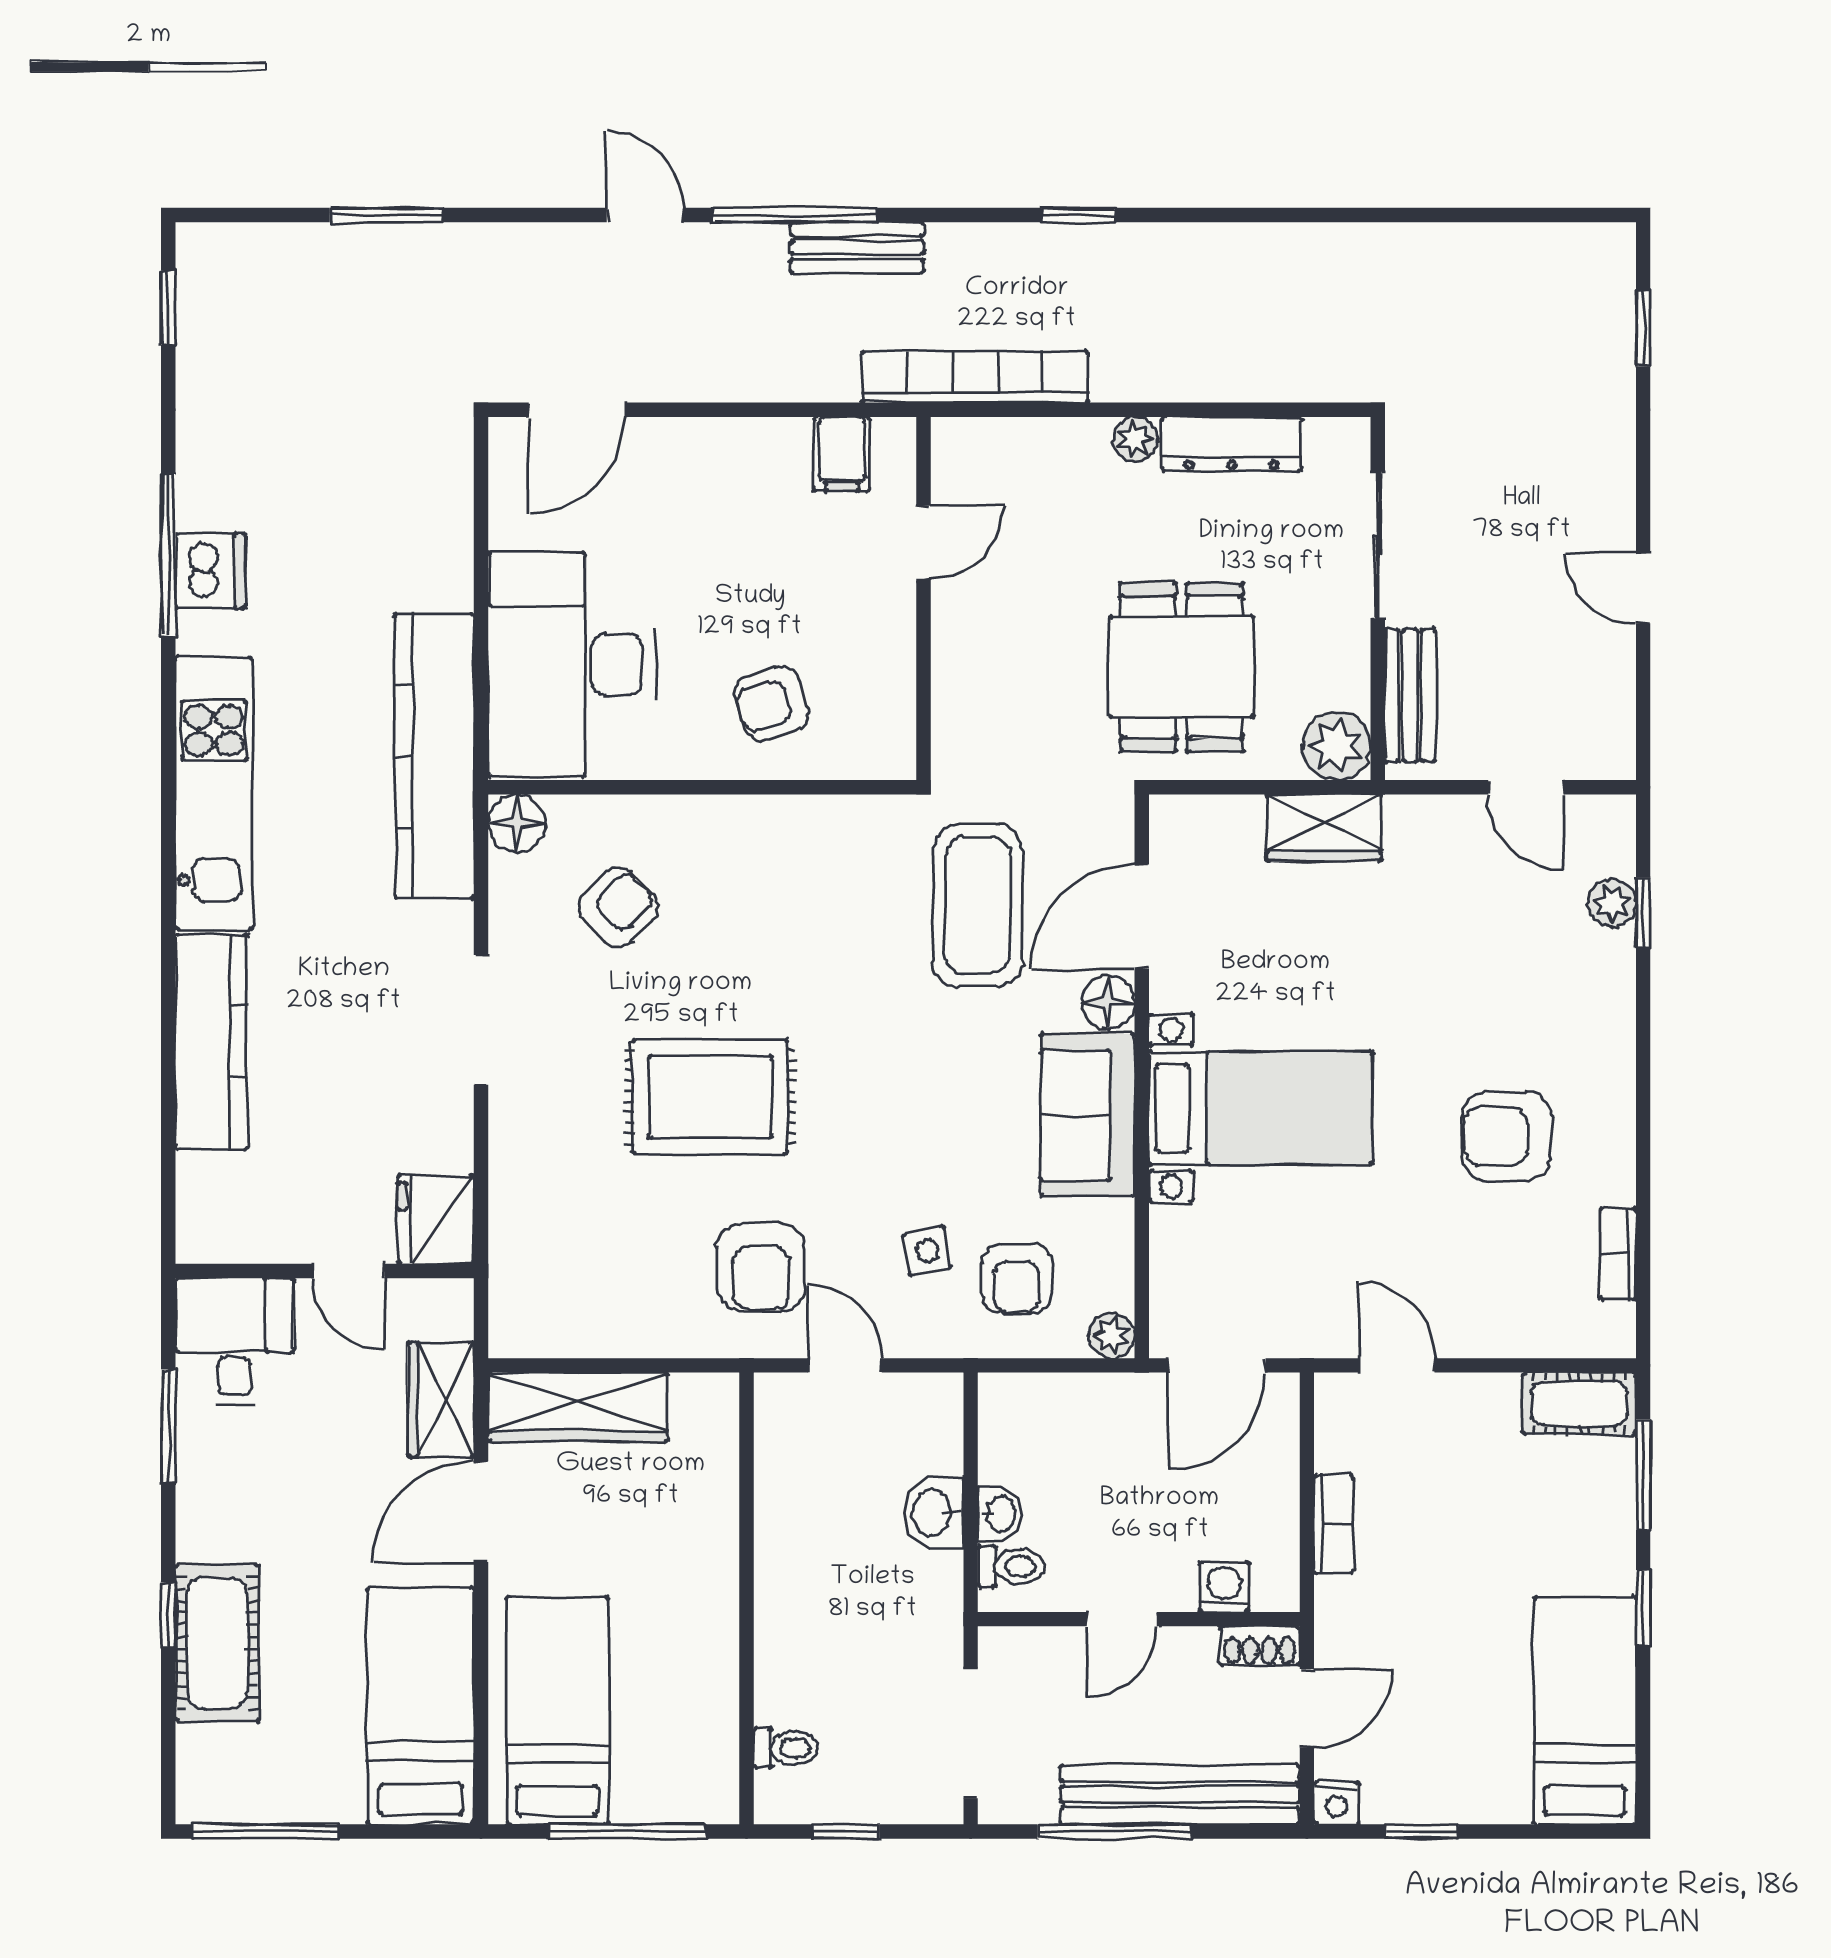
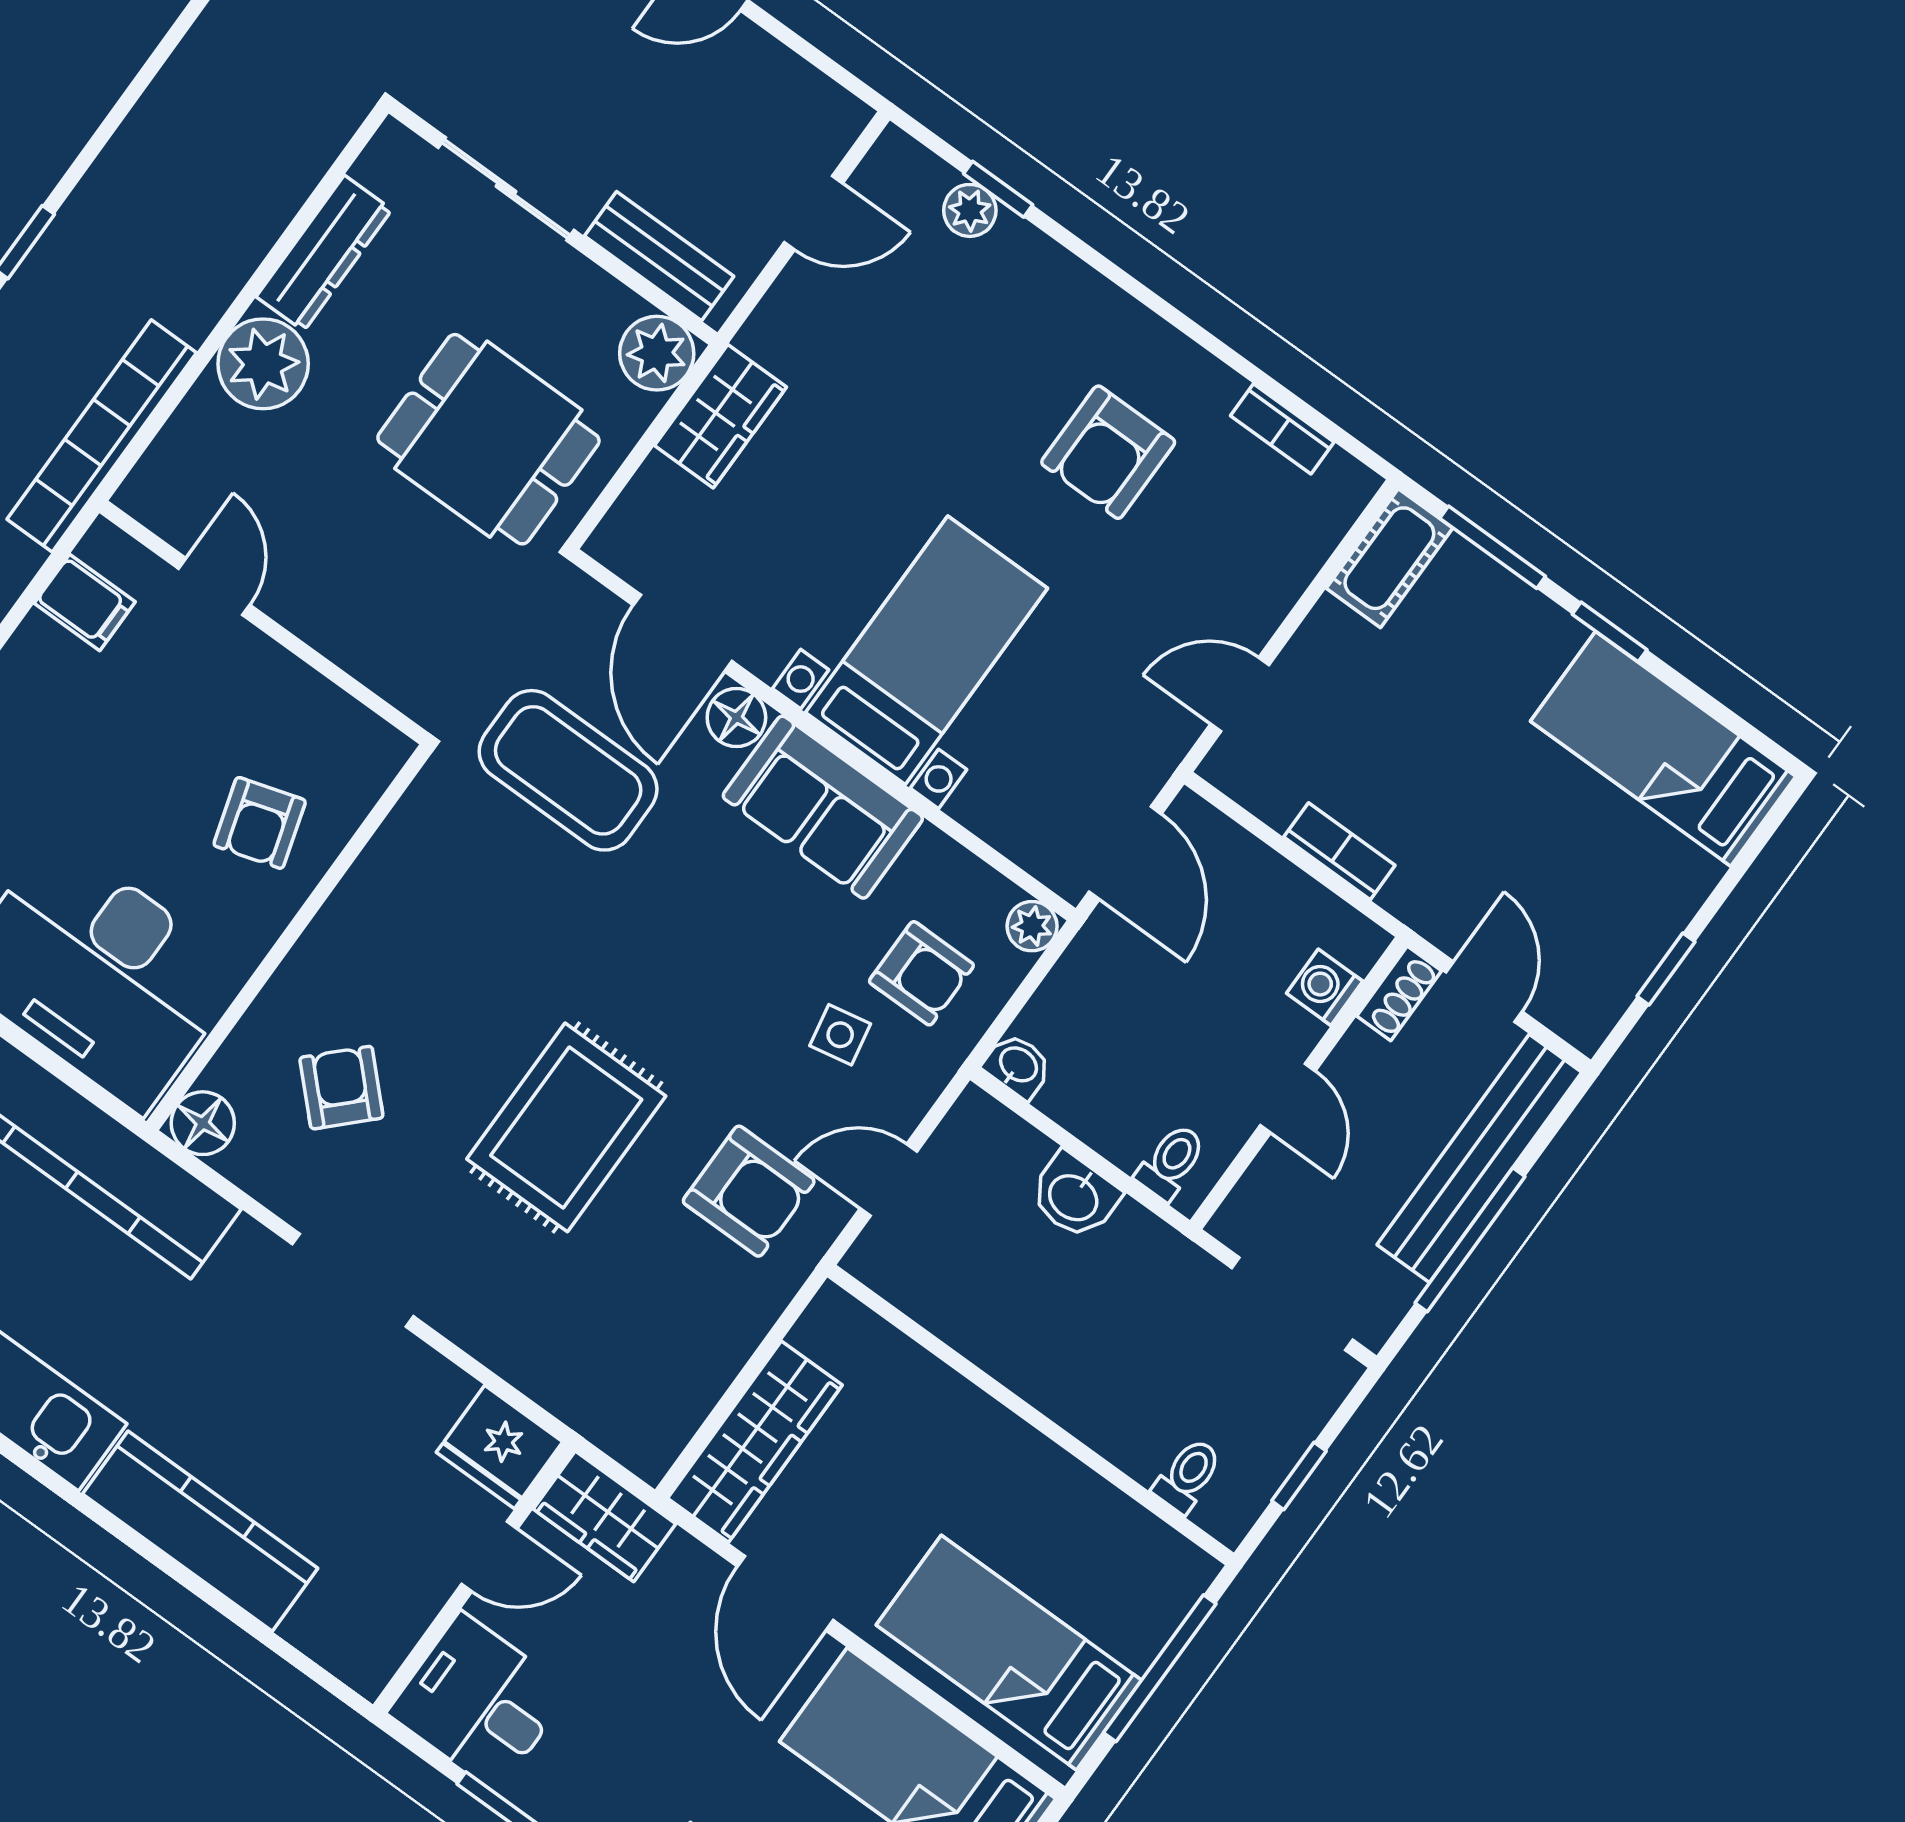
plant: (1135, 439) -> (263, 364), width x1.88, depth x1.88
wardrobe: (441, 1400) -> (605, 1516), moved
washbasin: (1000, 1514) -> (1018, 1066), moved
nightstand: (1337, 1803) -> (1586, 1026), removed

